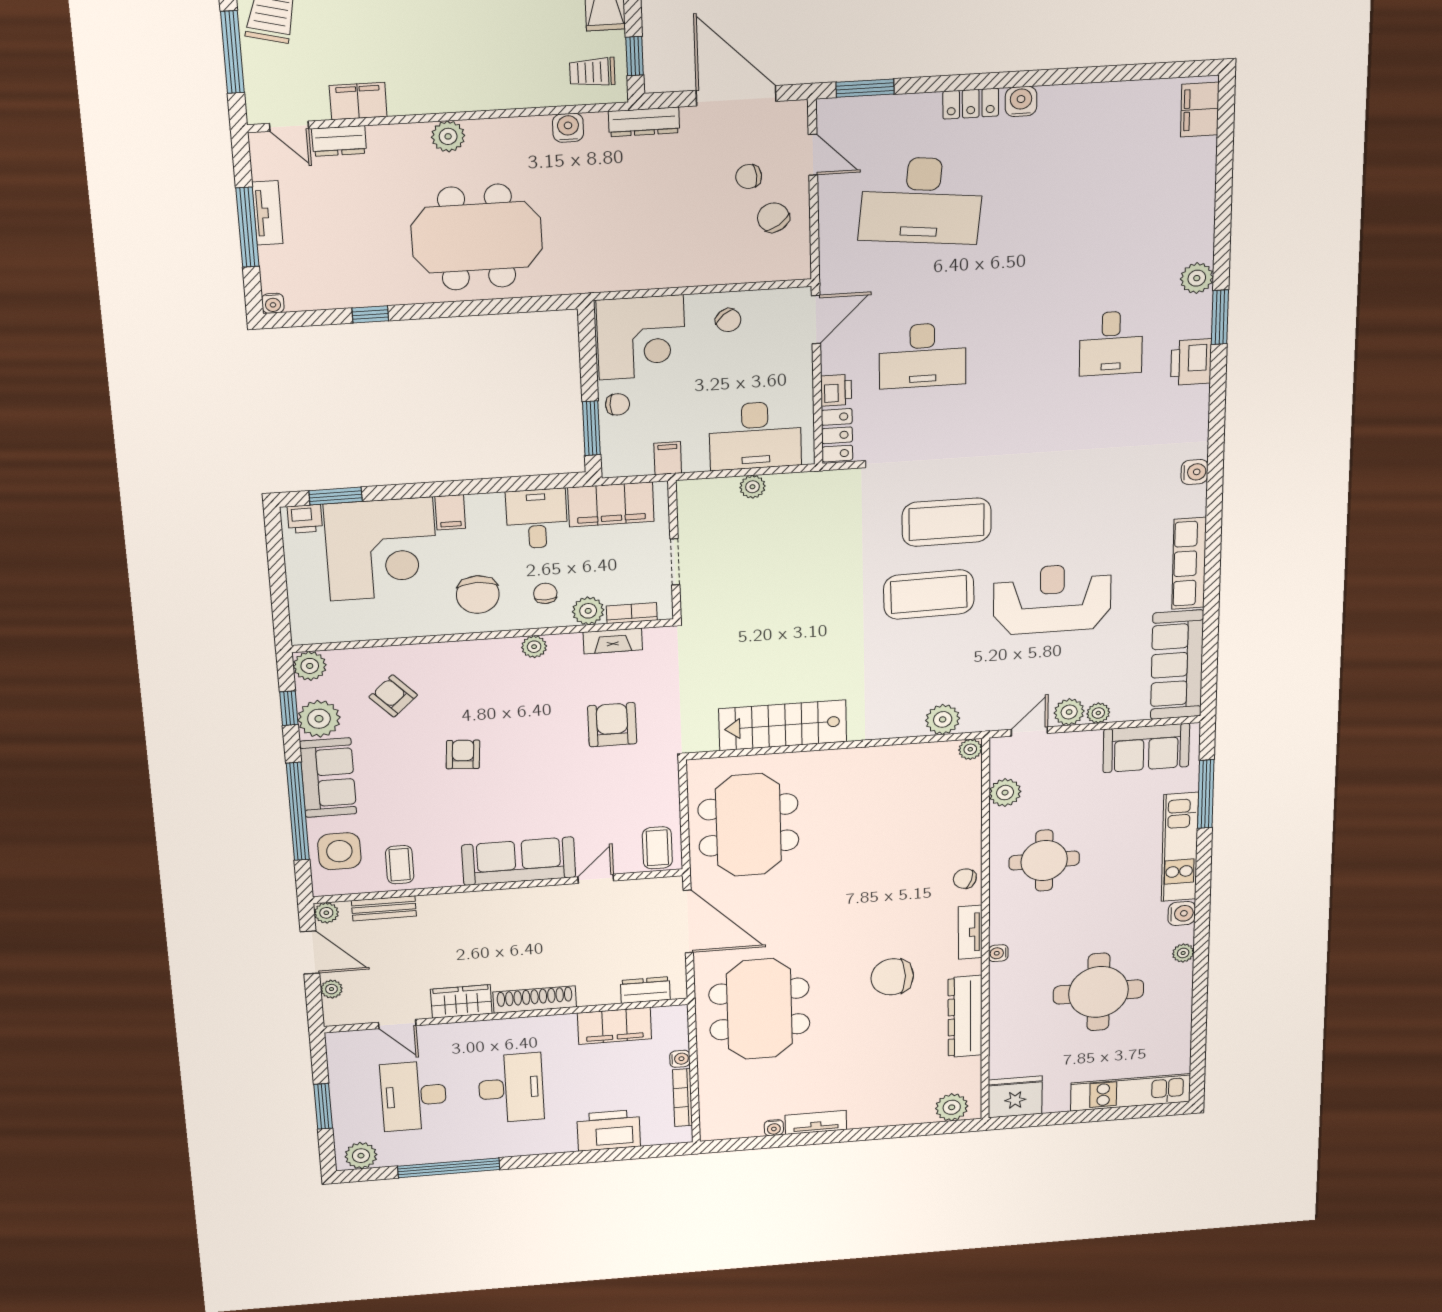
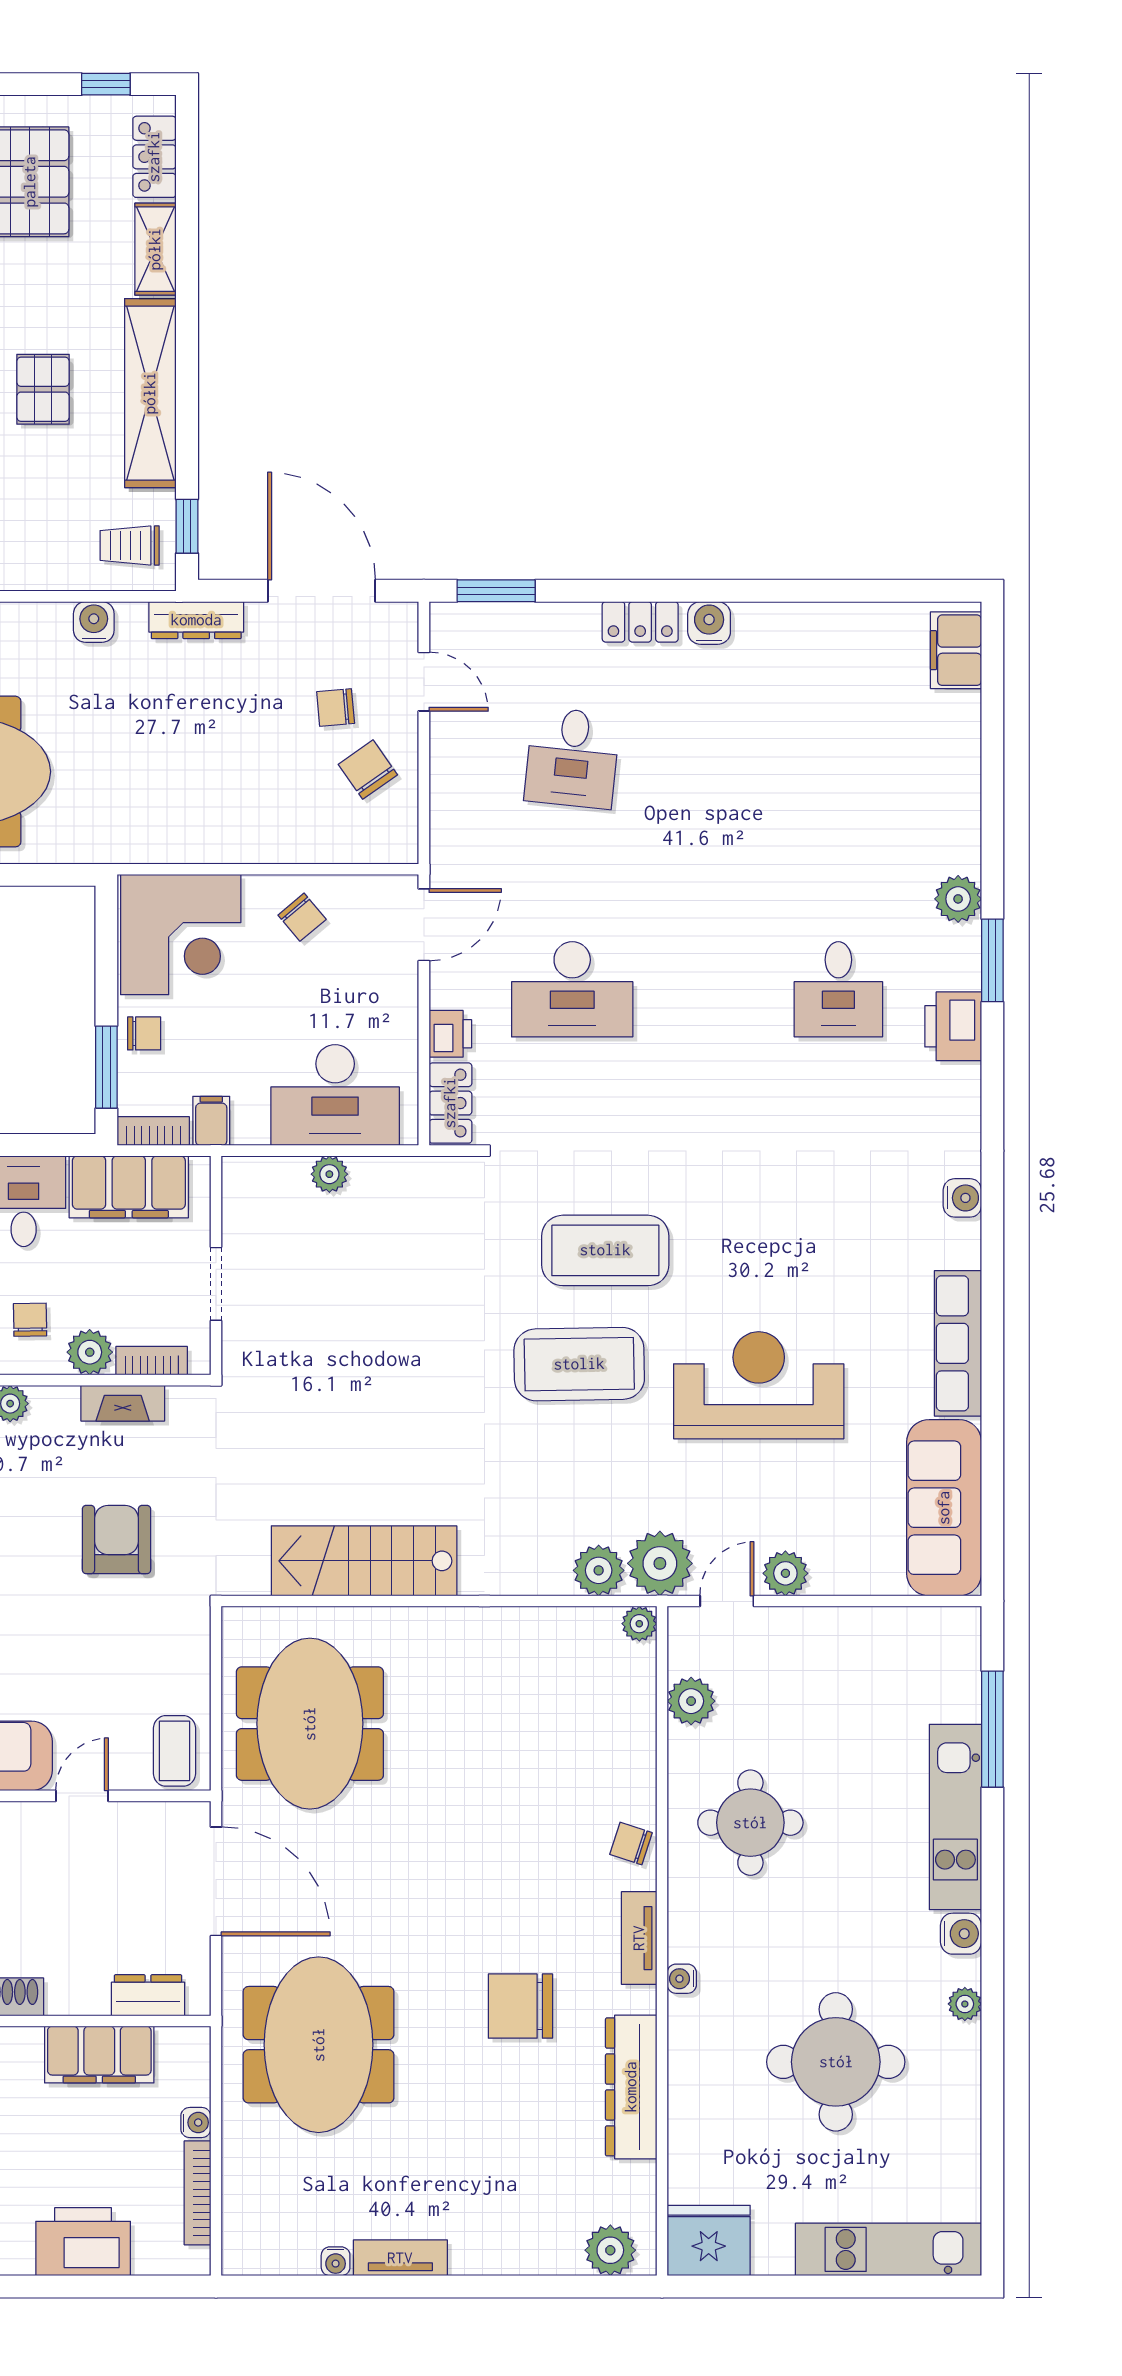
desk: (922, 200) -> (572, 758), width x0.53, depth x0.77
bookcase: (627, 467) -> (153, 1131), added
plant: (1098, 713) -> (660, 1563), moved, width x1.88, depth x1.88
sofa: (1146, 748) -> (901, 1643), removed

